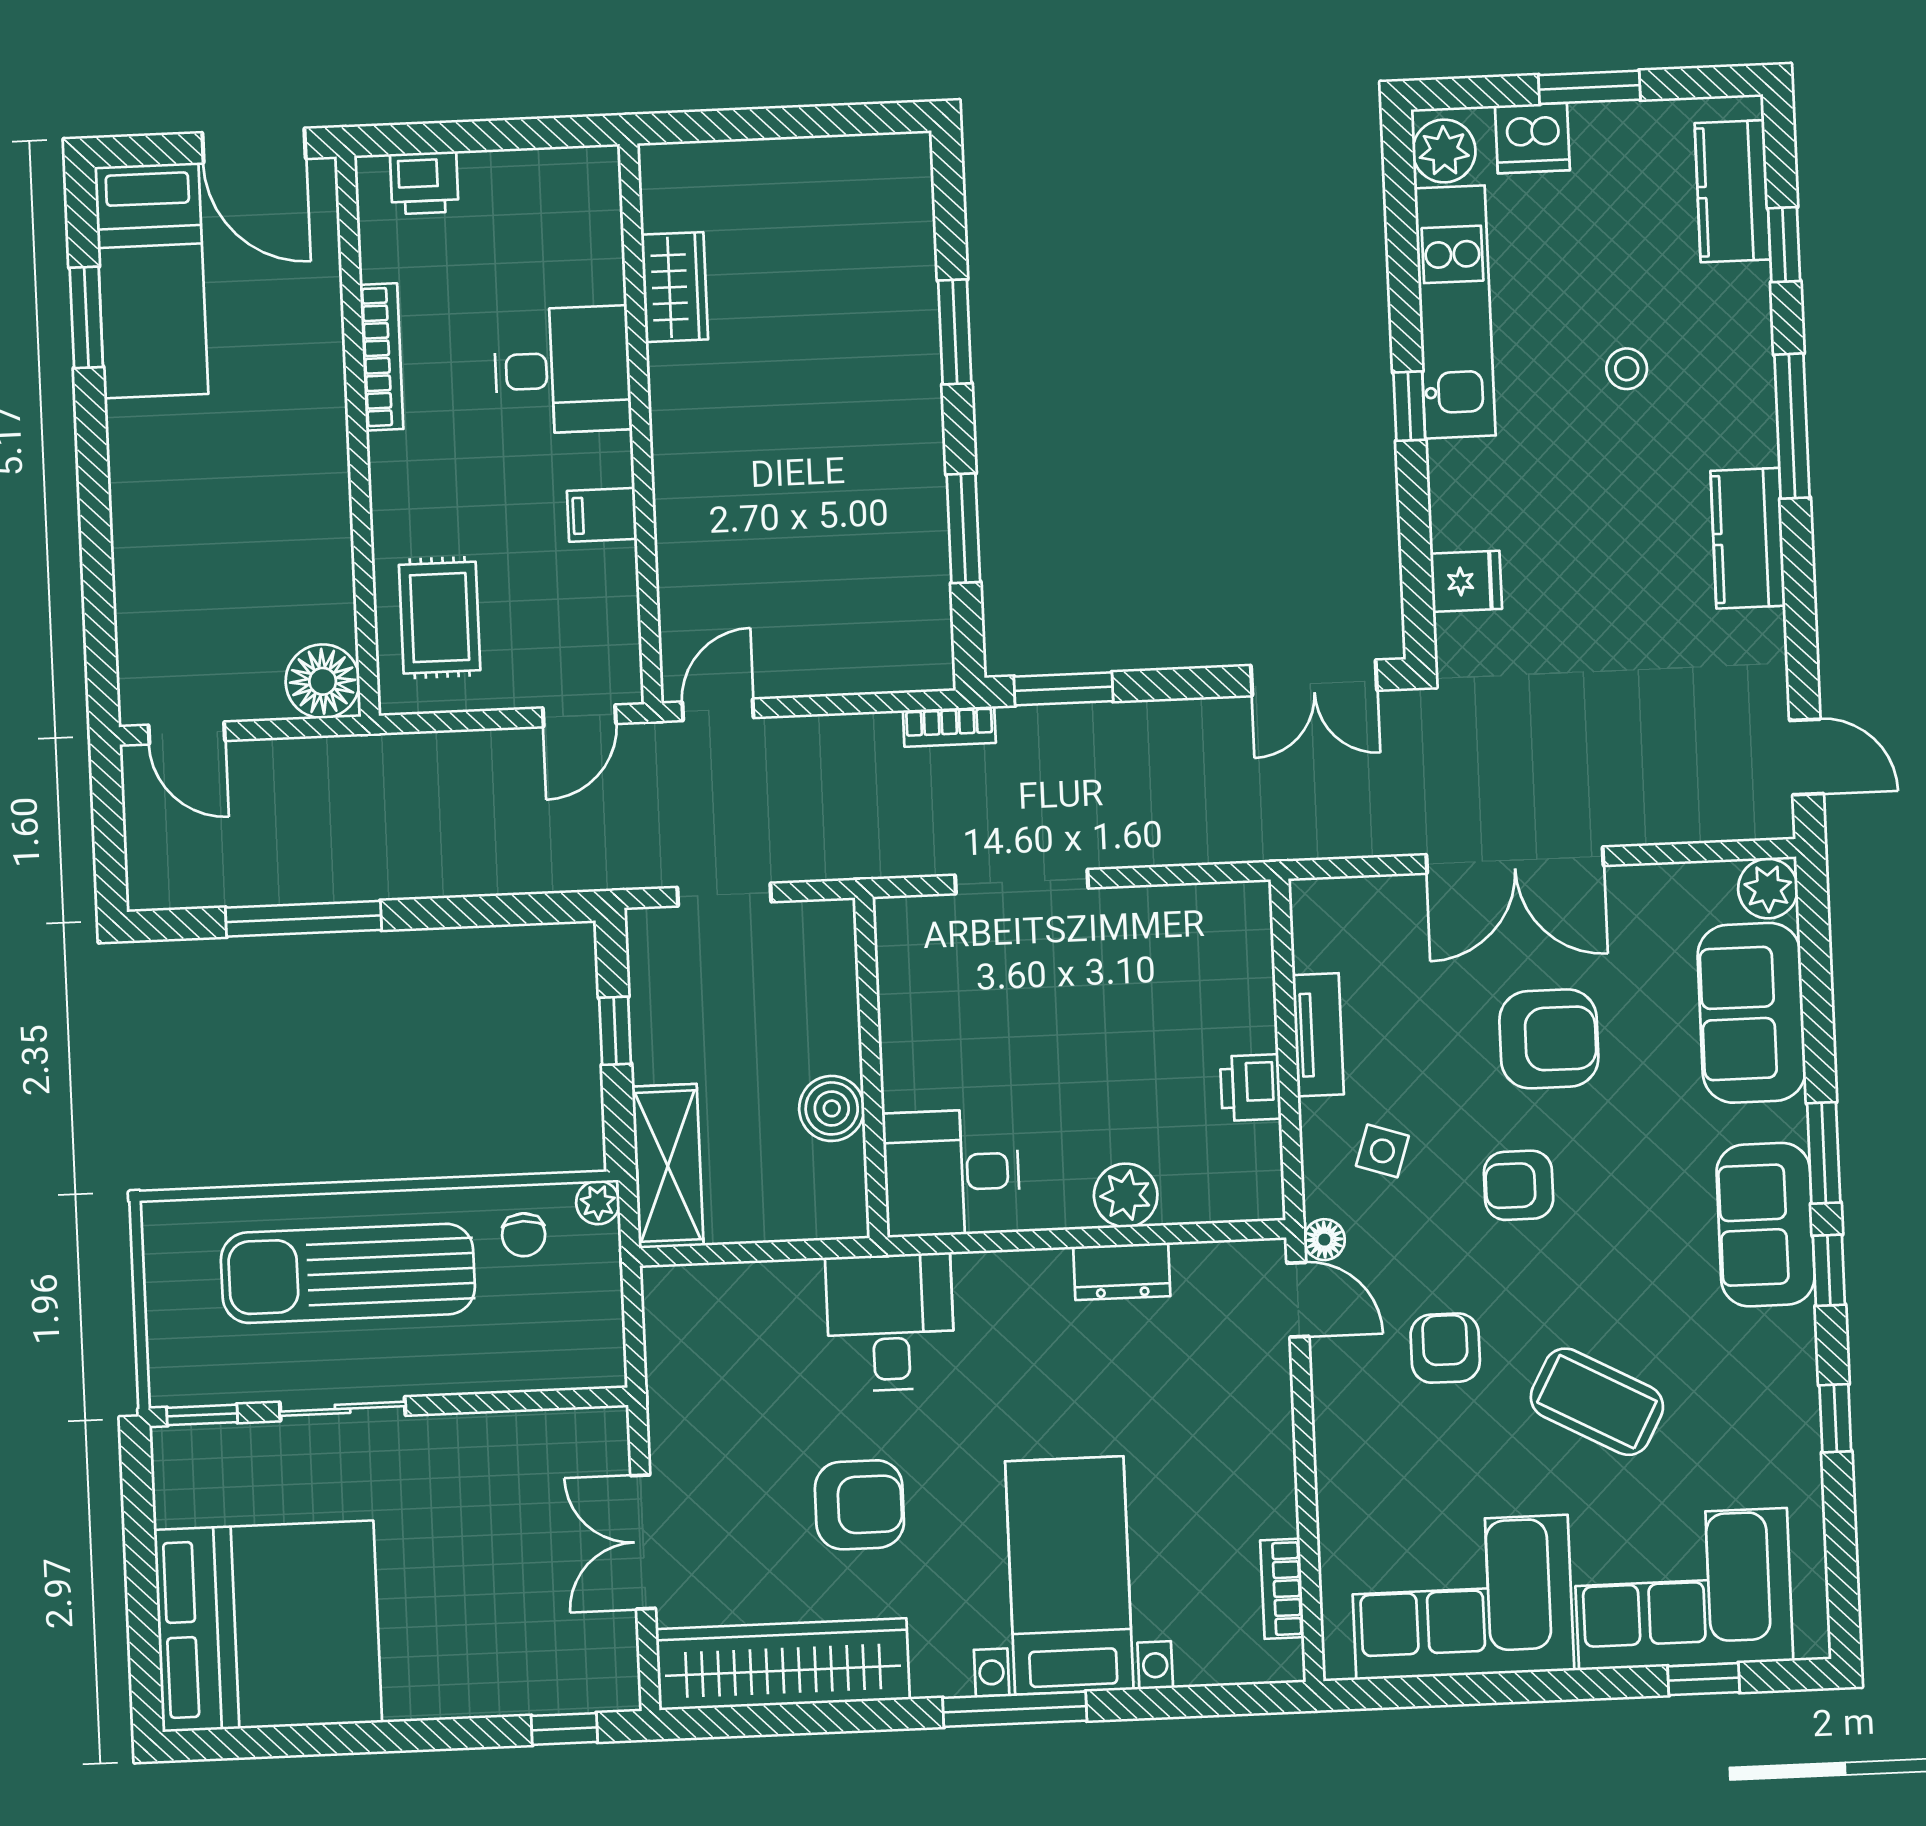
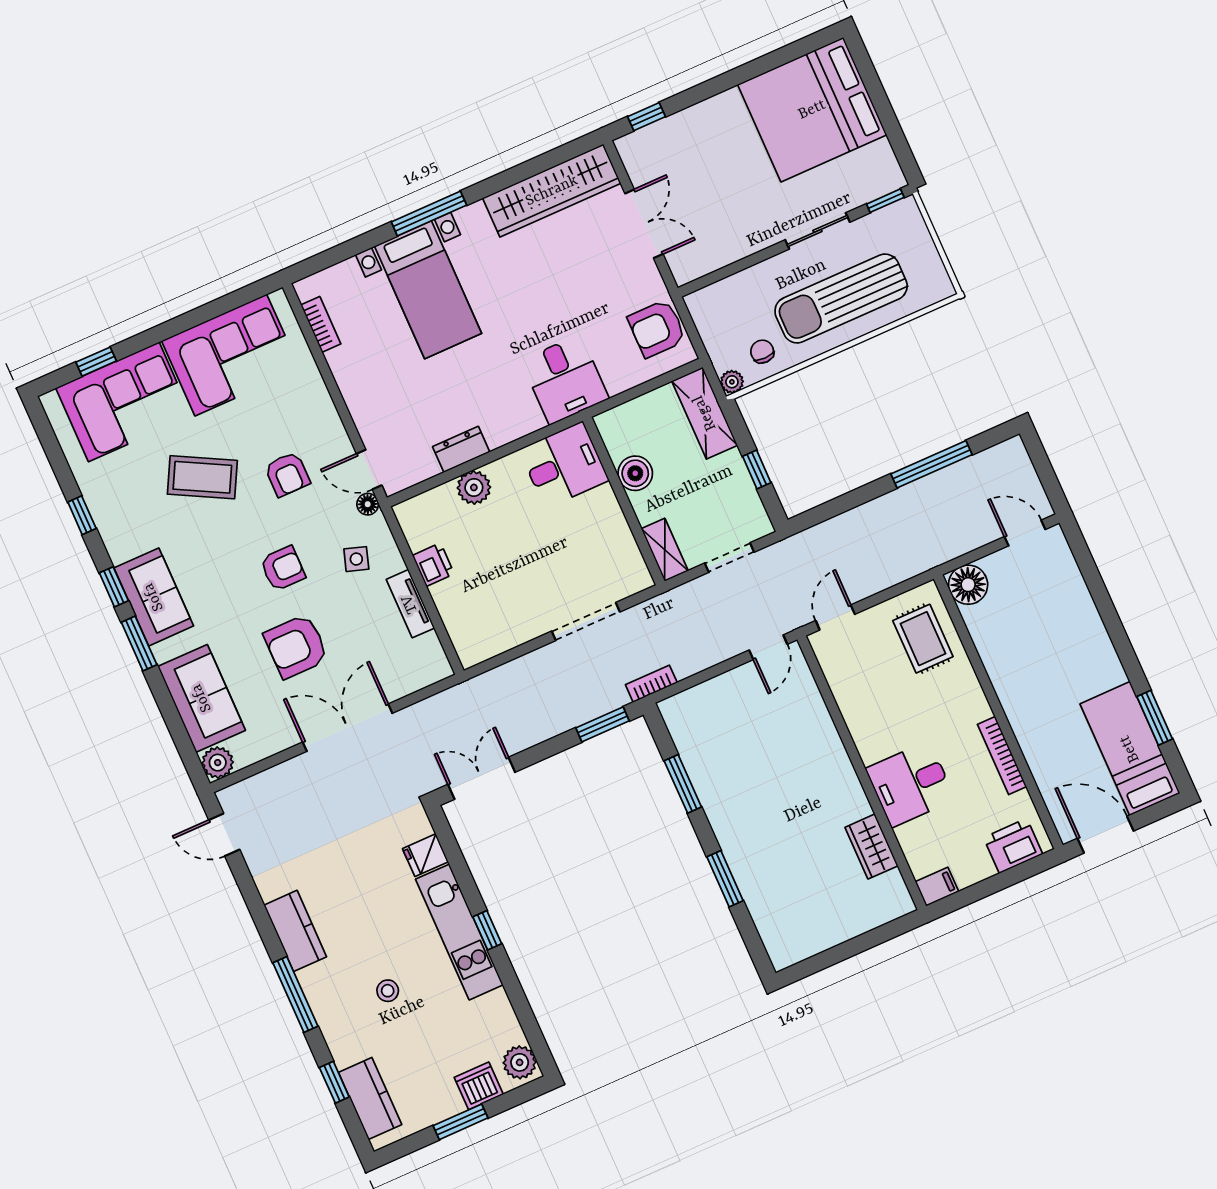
printer: (424, 183) -> (1013, 846), width x1.36, depth x1.24
kitchen unit: (1455, 312) -> (459, 932), moved
filing cabinet: (602, 515) -> (937, 887), moved
shelving: (833, 953) -> (665, 550), added
sun lounger: (348, 1273) -> (841, 299), turned 180
armchair: (859, 1505) -> (657, 329), moved

